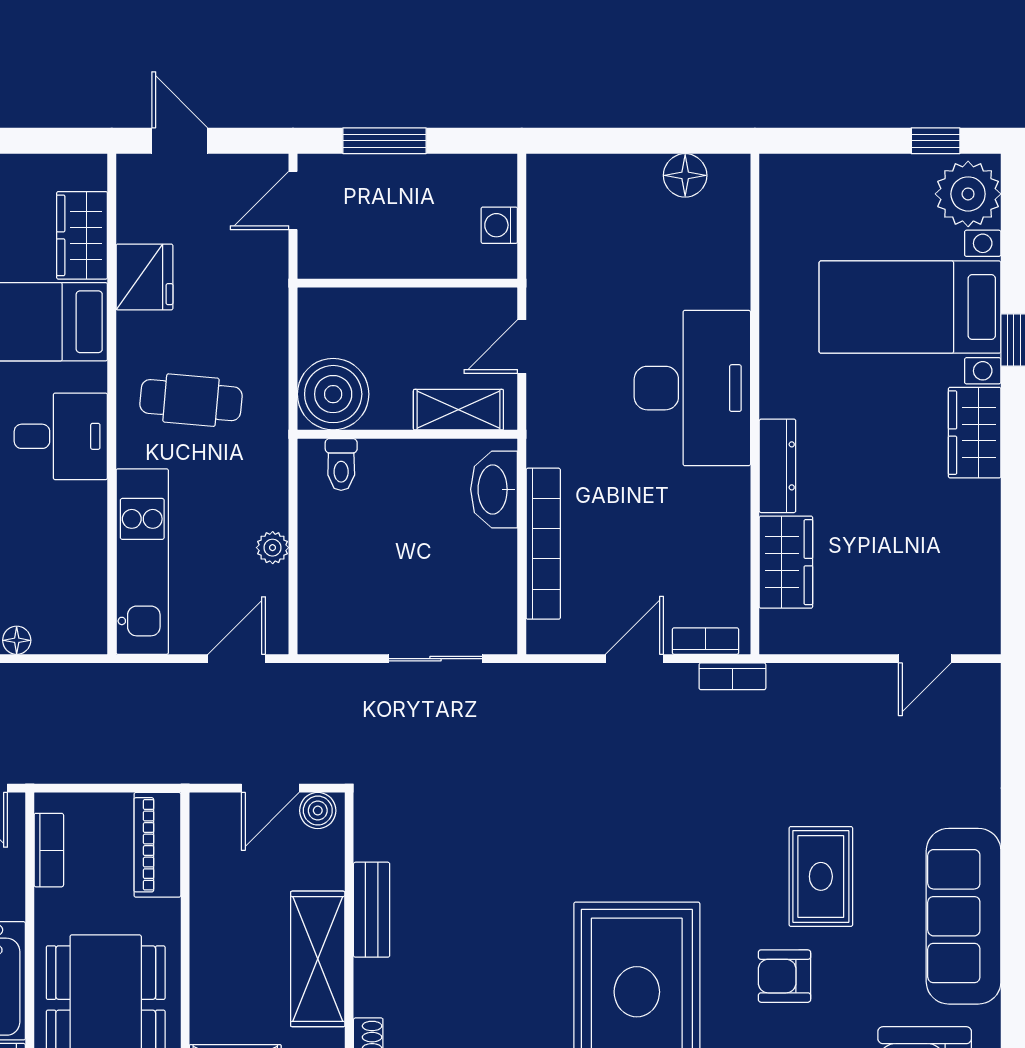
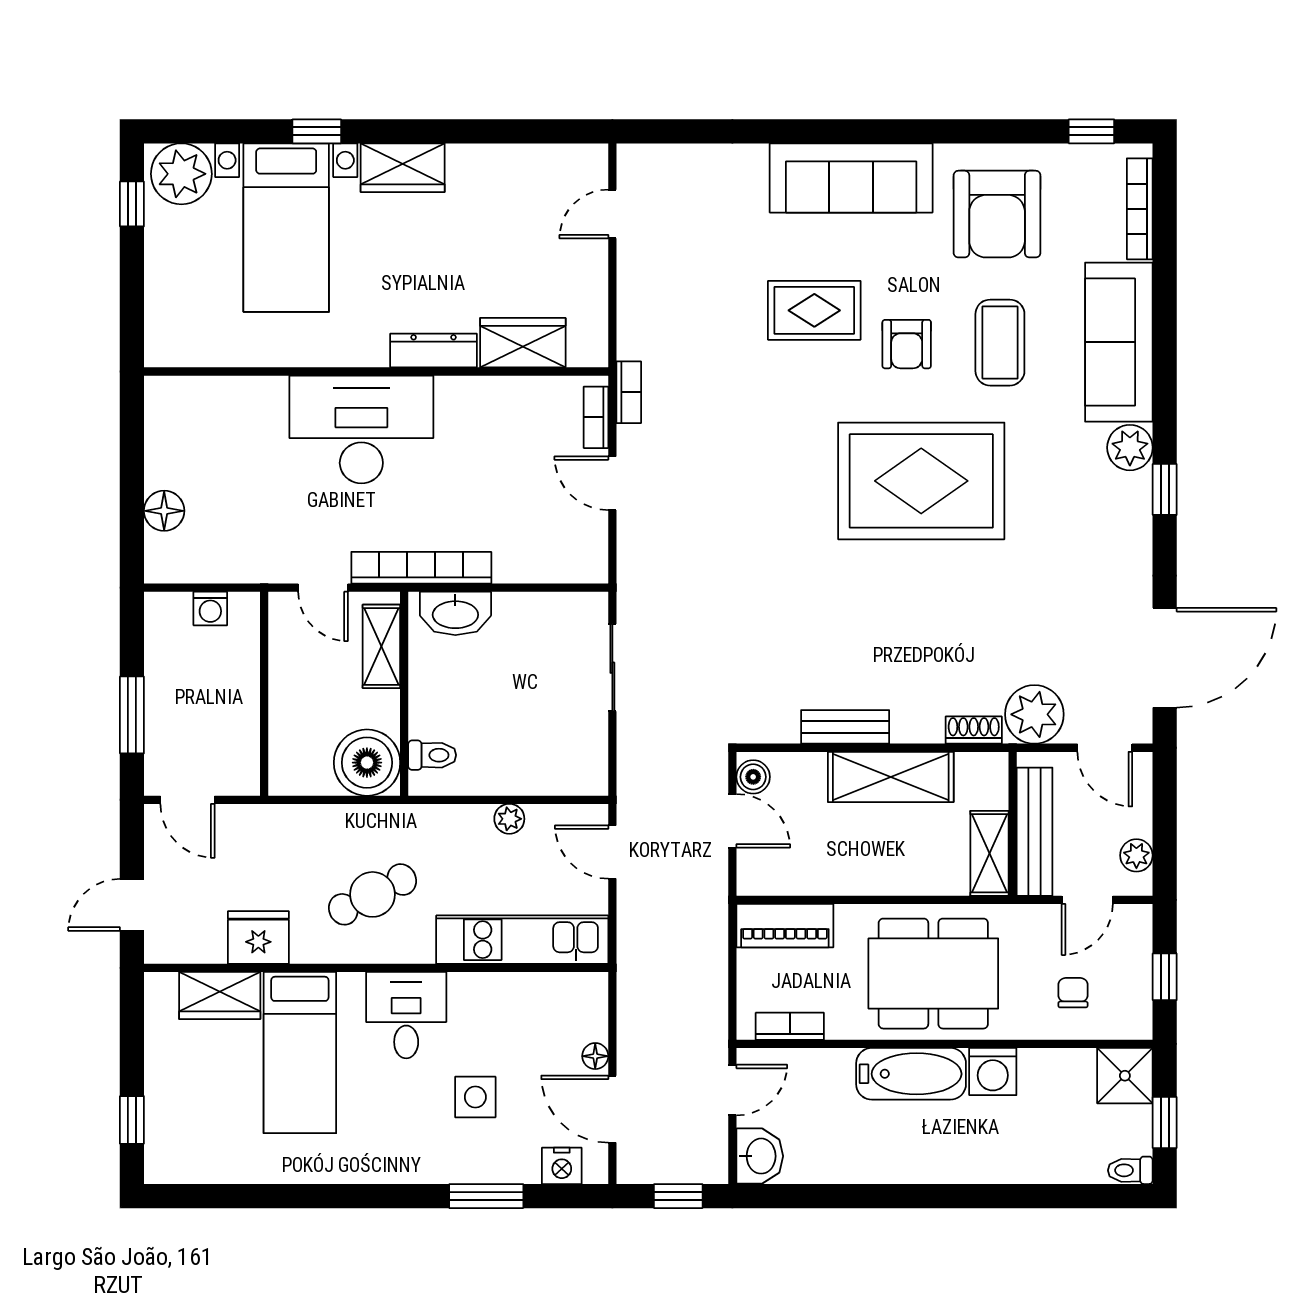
floor lamp: (685, 175) -> (164, 511), moved
cafe table: (191, 400) -> (373, 894), turned 58
bookcase: (543, 544) -> (421, 568), moved
door: (925, 659) -> (612, 214), swing flipped

